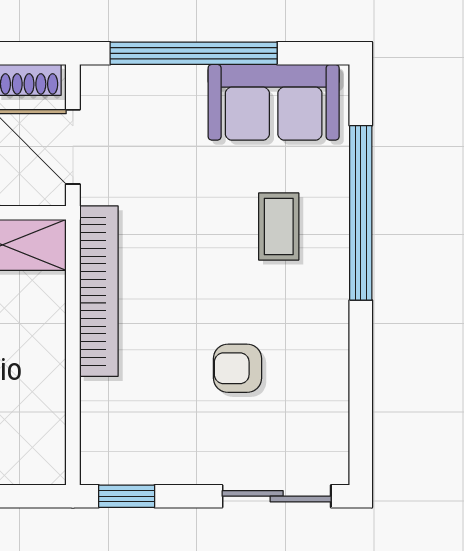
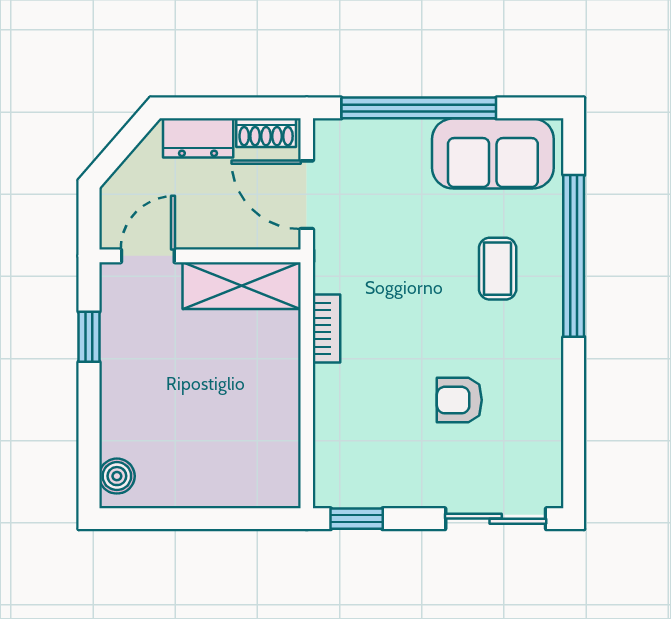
bookcase: (99, 291) -> (327, 329), width x0.43, depth x0.76

